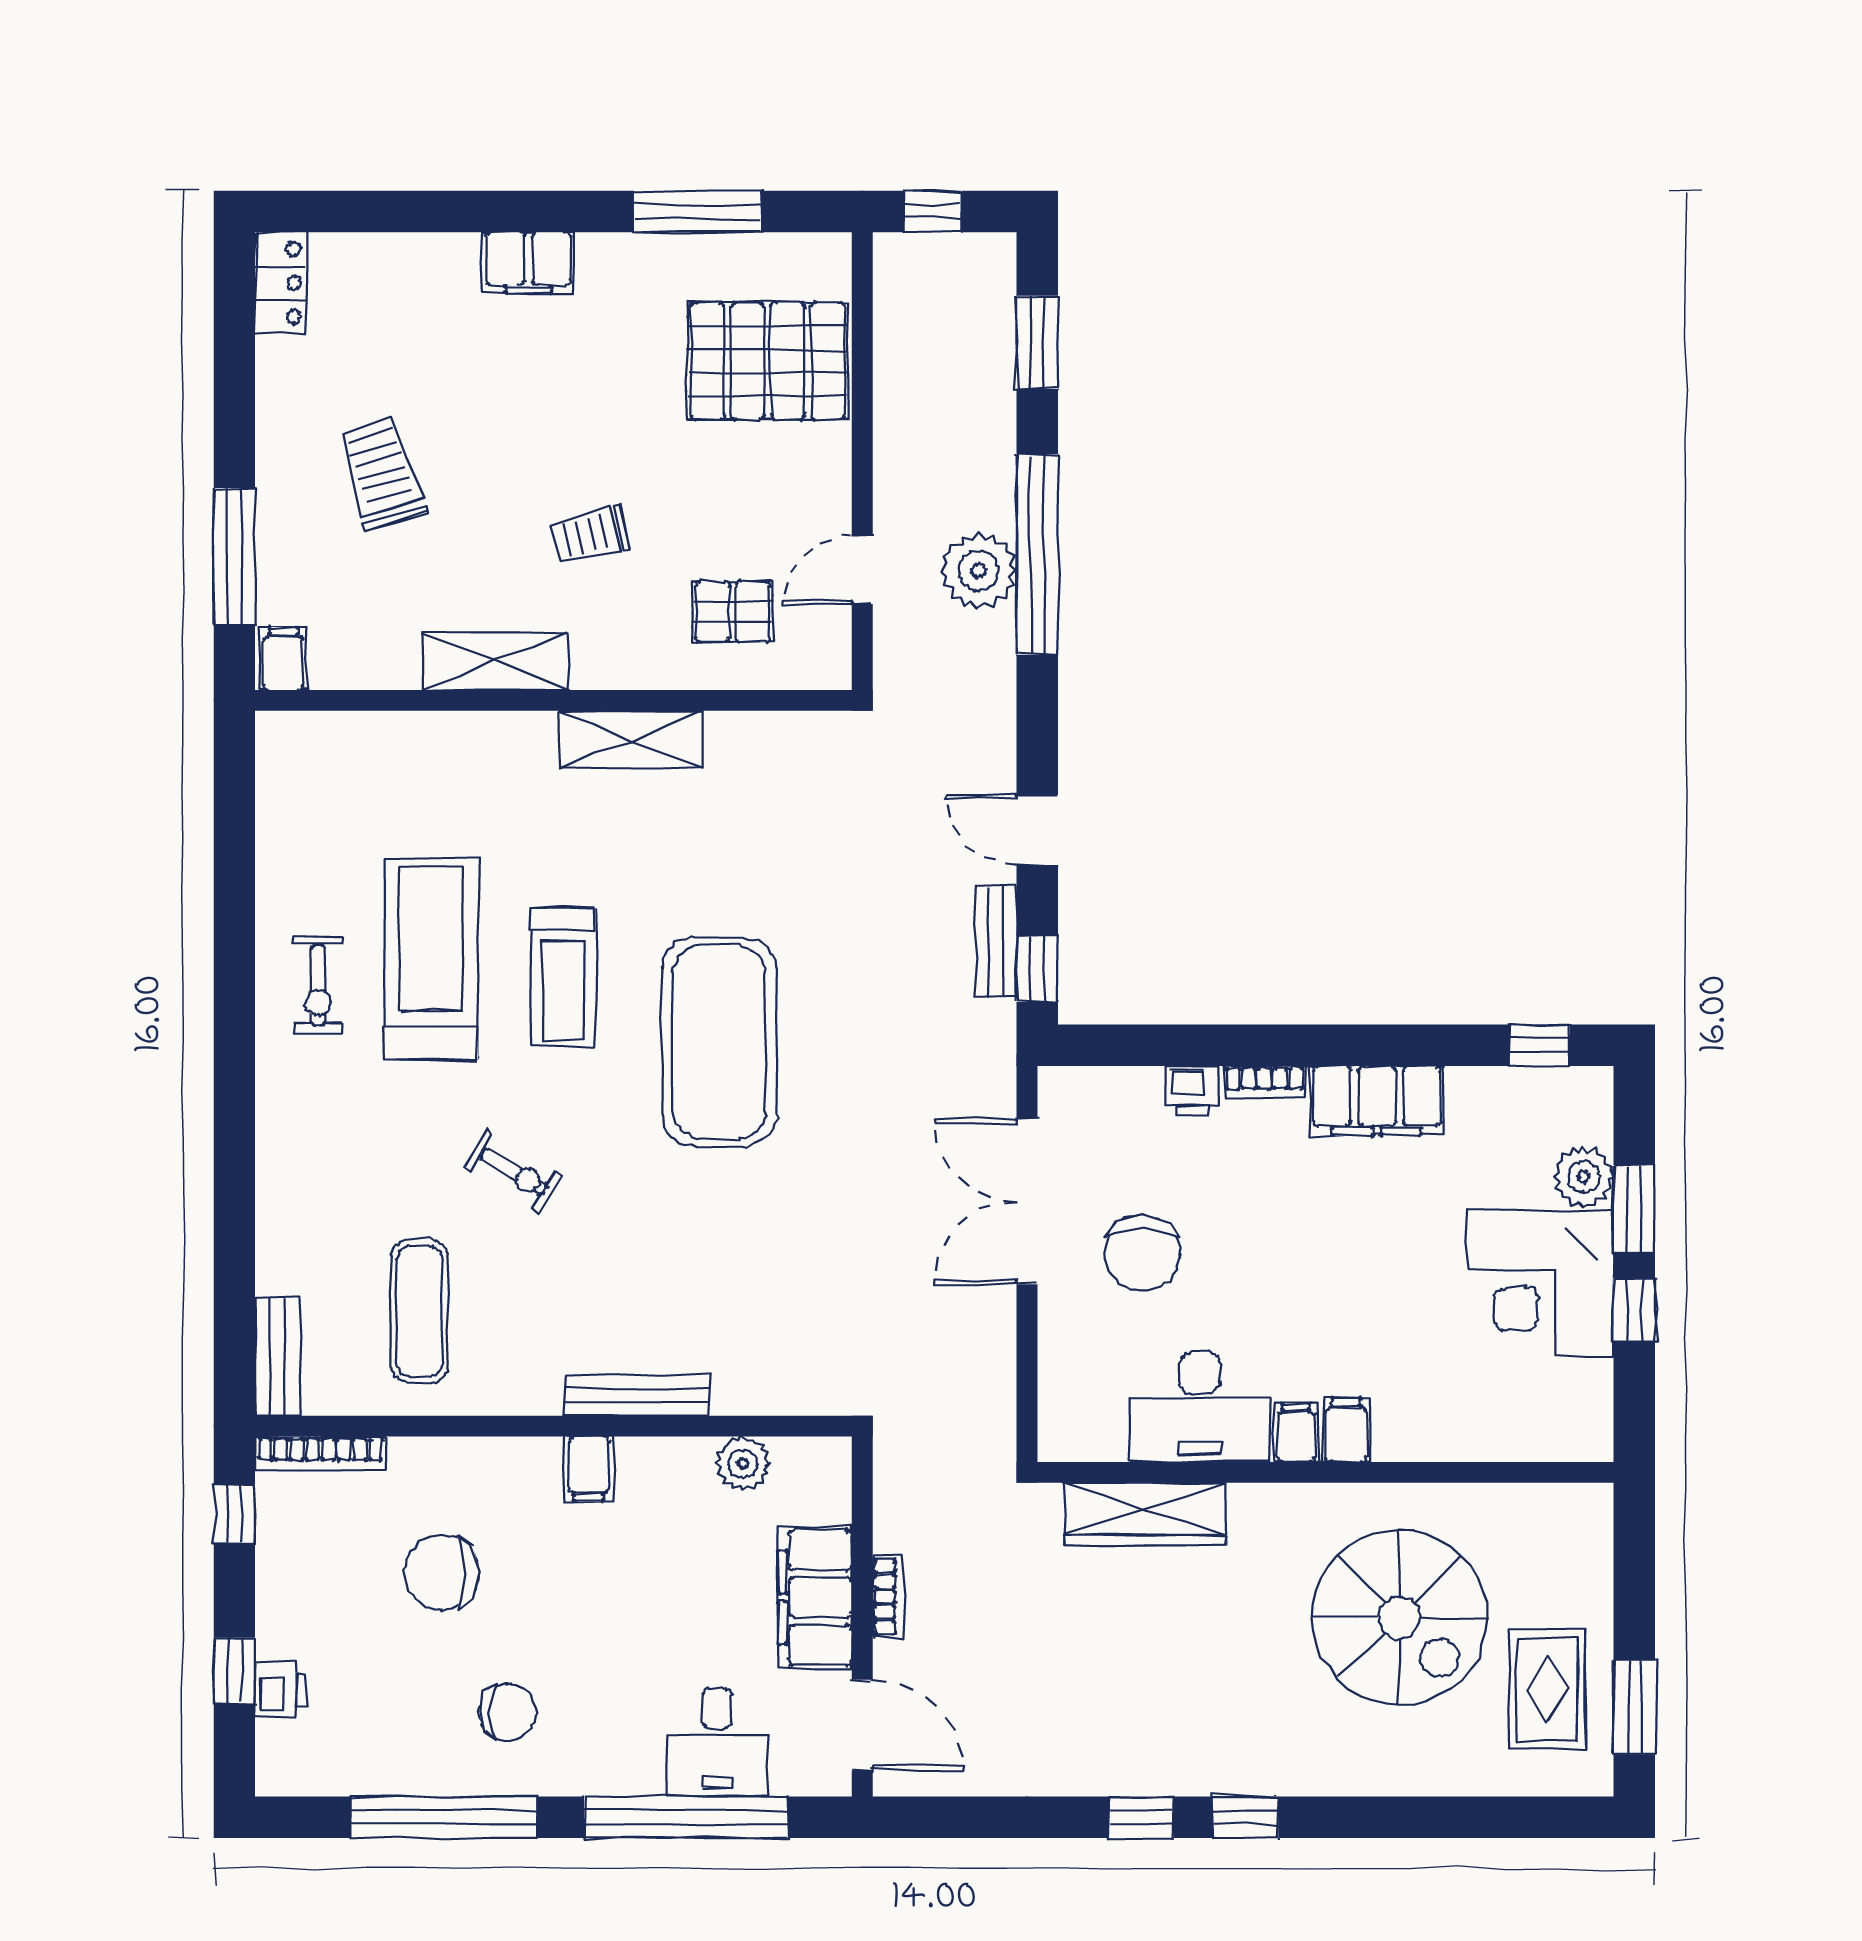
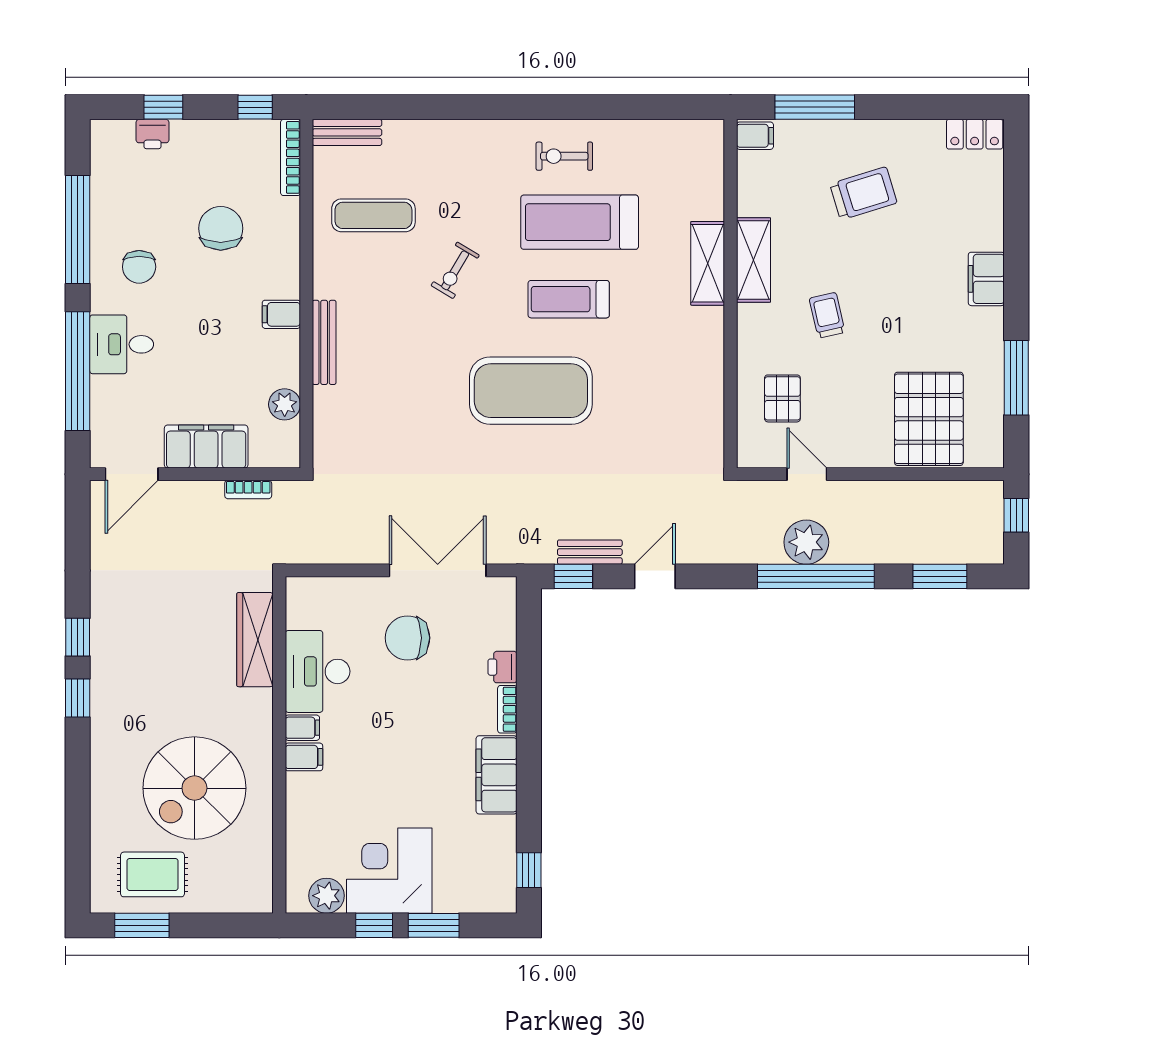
shelving: (631, 739) -> (708, 263), moved
treadmill: (431, 959) -> (580, 222), turned 180
plant: (1584, 1177) -> (327, 896), moved
bookcase: (889, 1597) -> (248, 490), moved
desk: (717, 1742) -> (122, 344), moved

